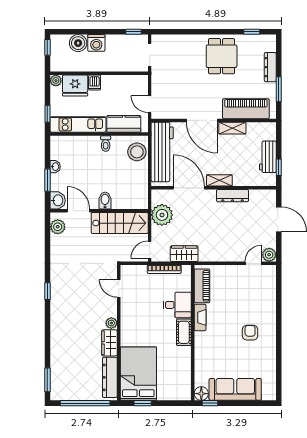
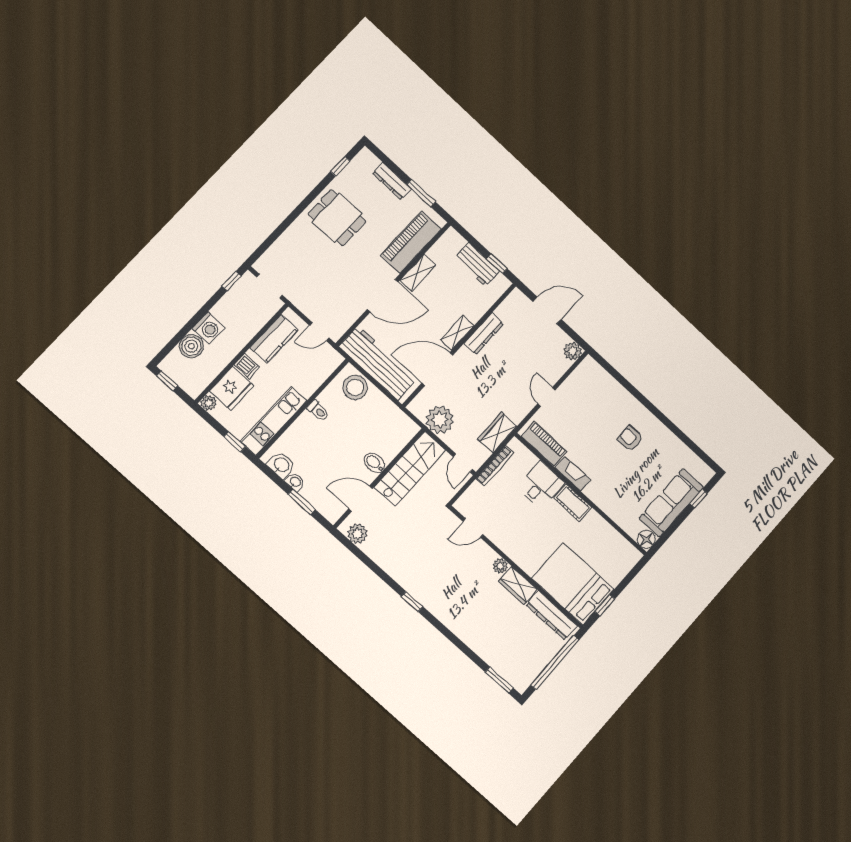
kitchen counter: (124, 124) -> (274, 339), moved, turned 180
washbasin: (58, 200) -> (281, 465), moved
door: (253, 263) -> (546, 397), moved
window: (210, 403) -> (698, 499), moved

